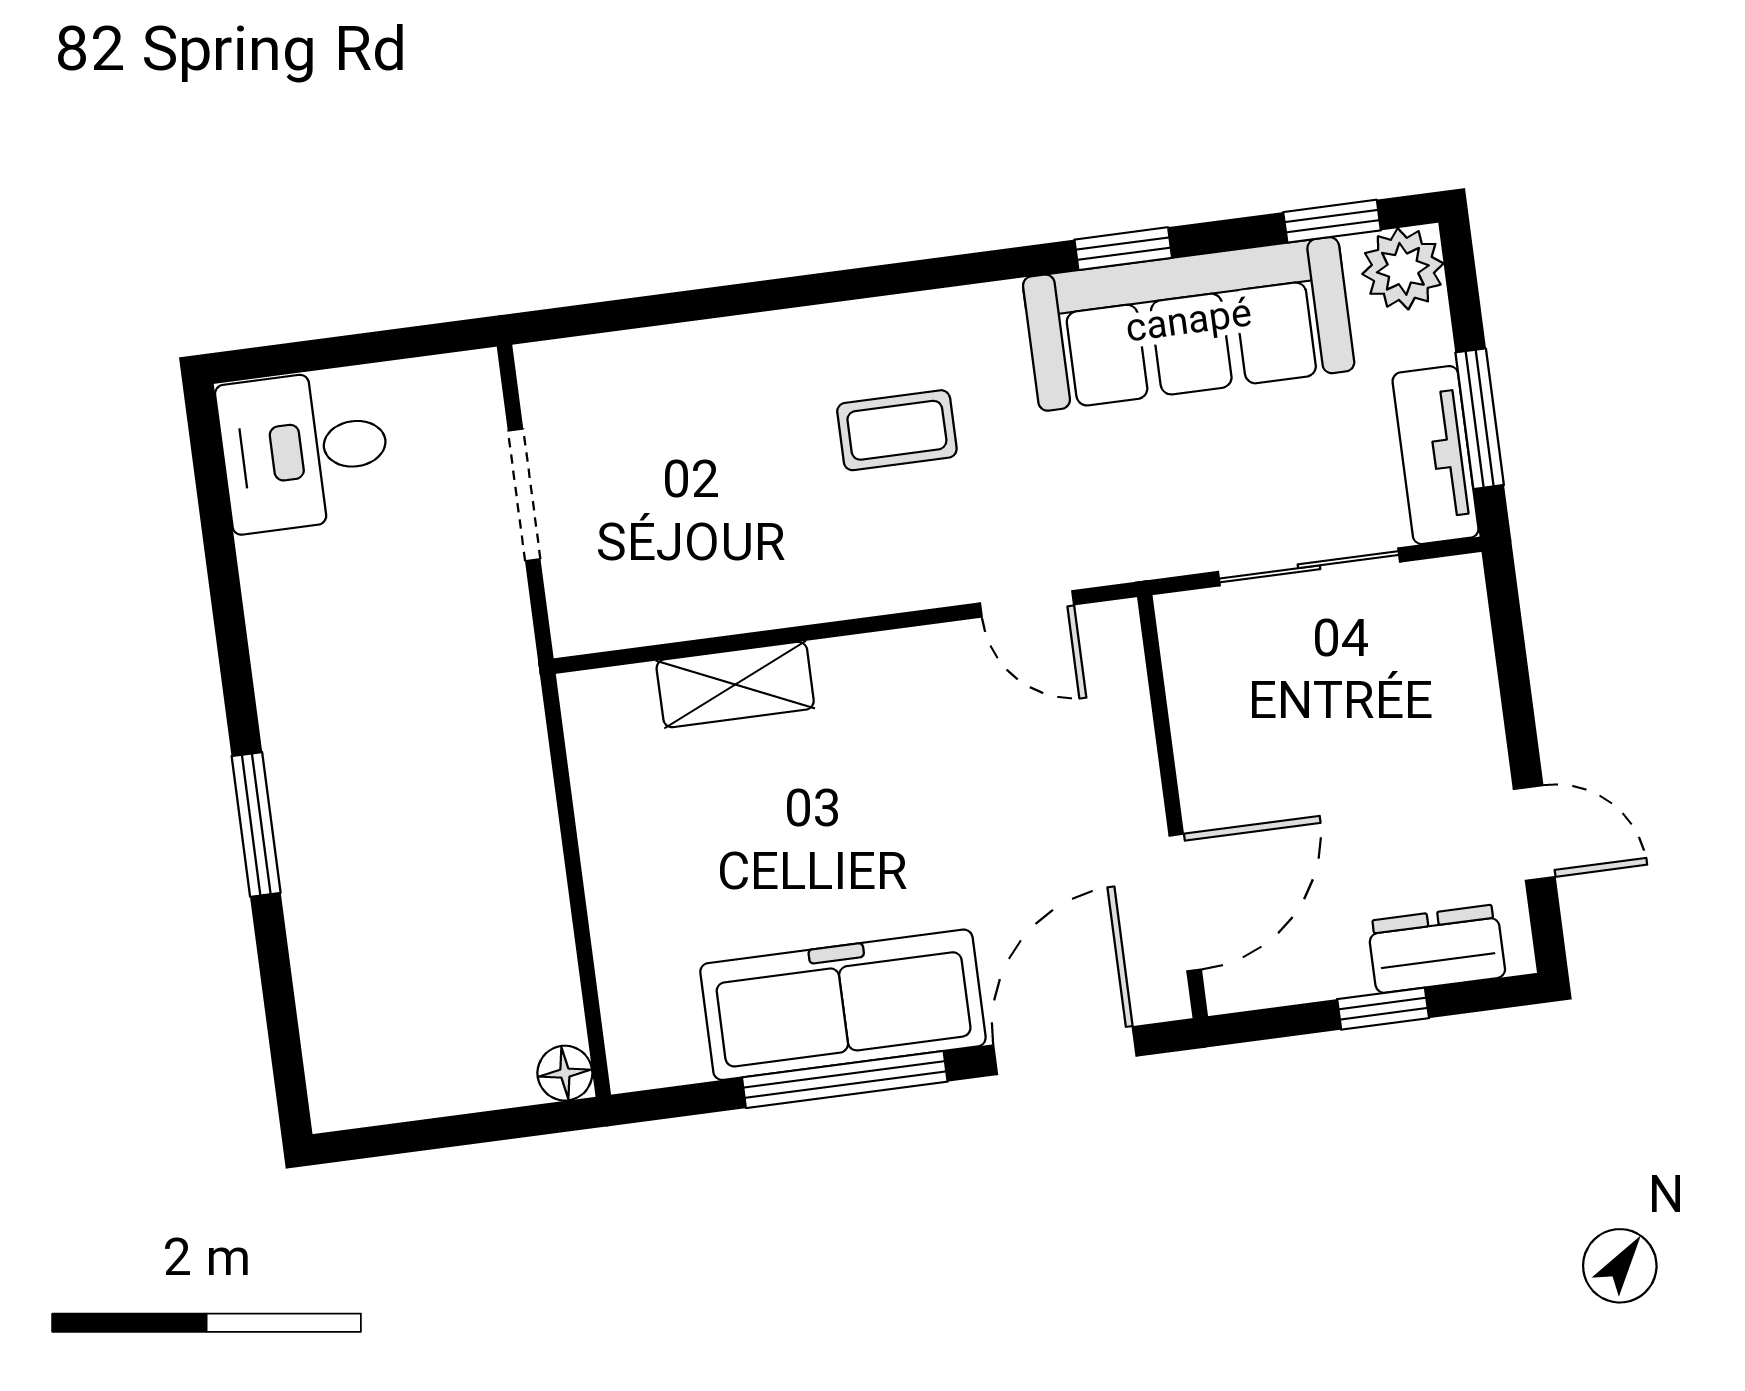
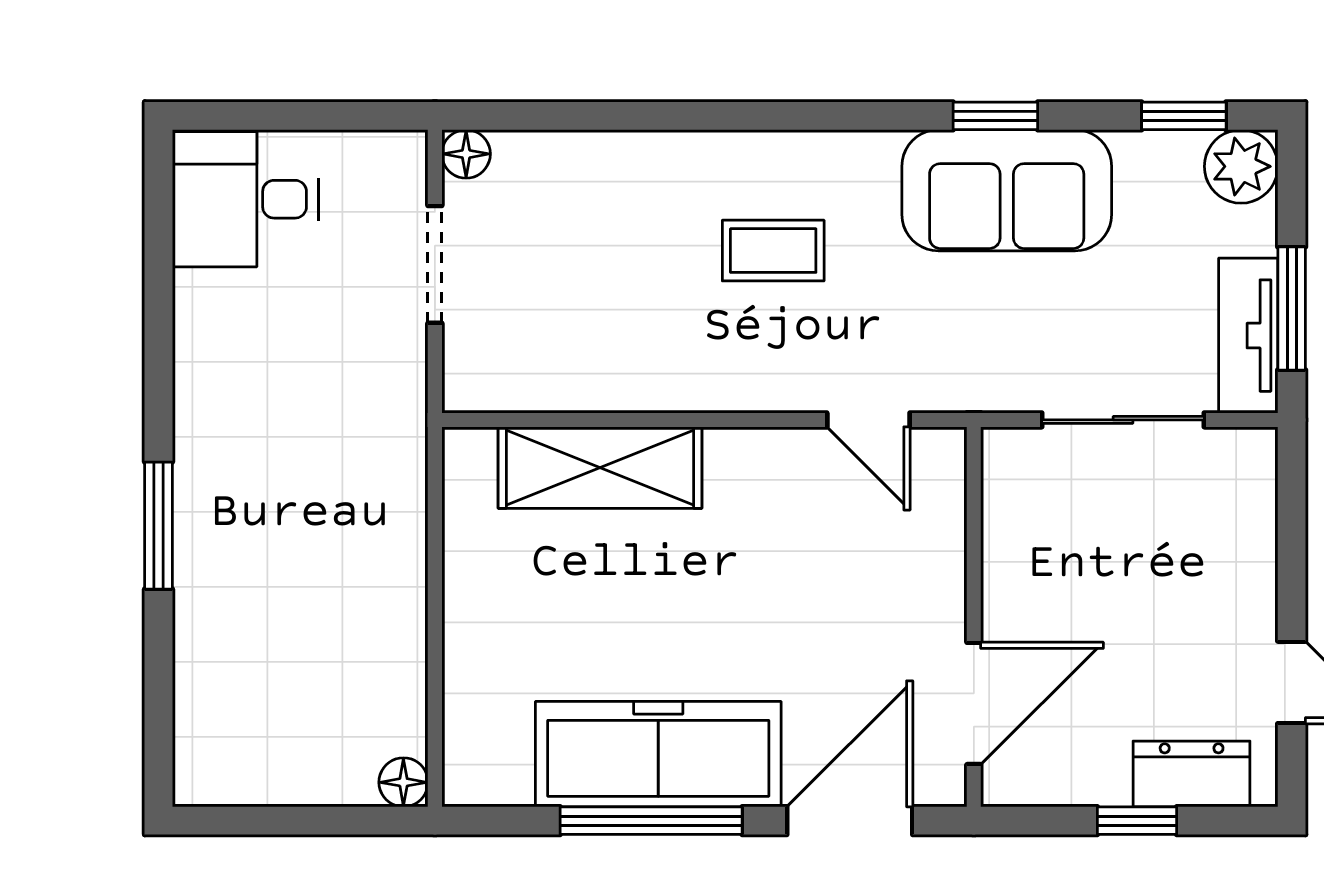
sofa: (1189, 324) -> (1007, 190), width x0.73
floor lamp: (543, 368) -> (466, 154), added
shelving: (735, 685) -> (600, 468), width x1.50, depth x1.33

